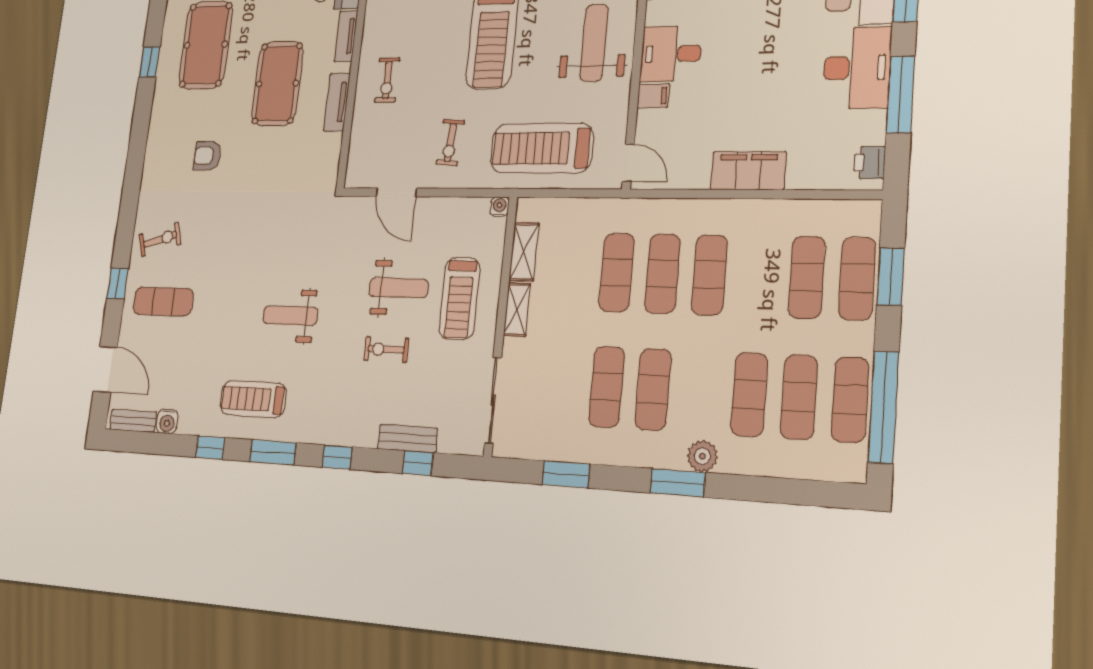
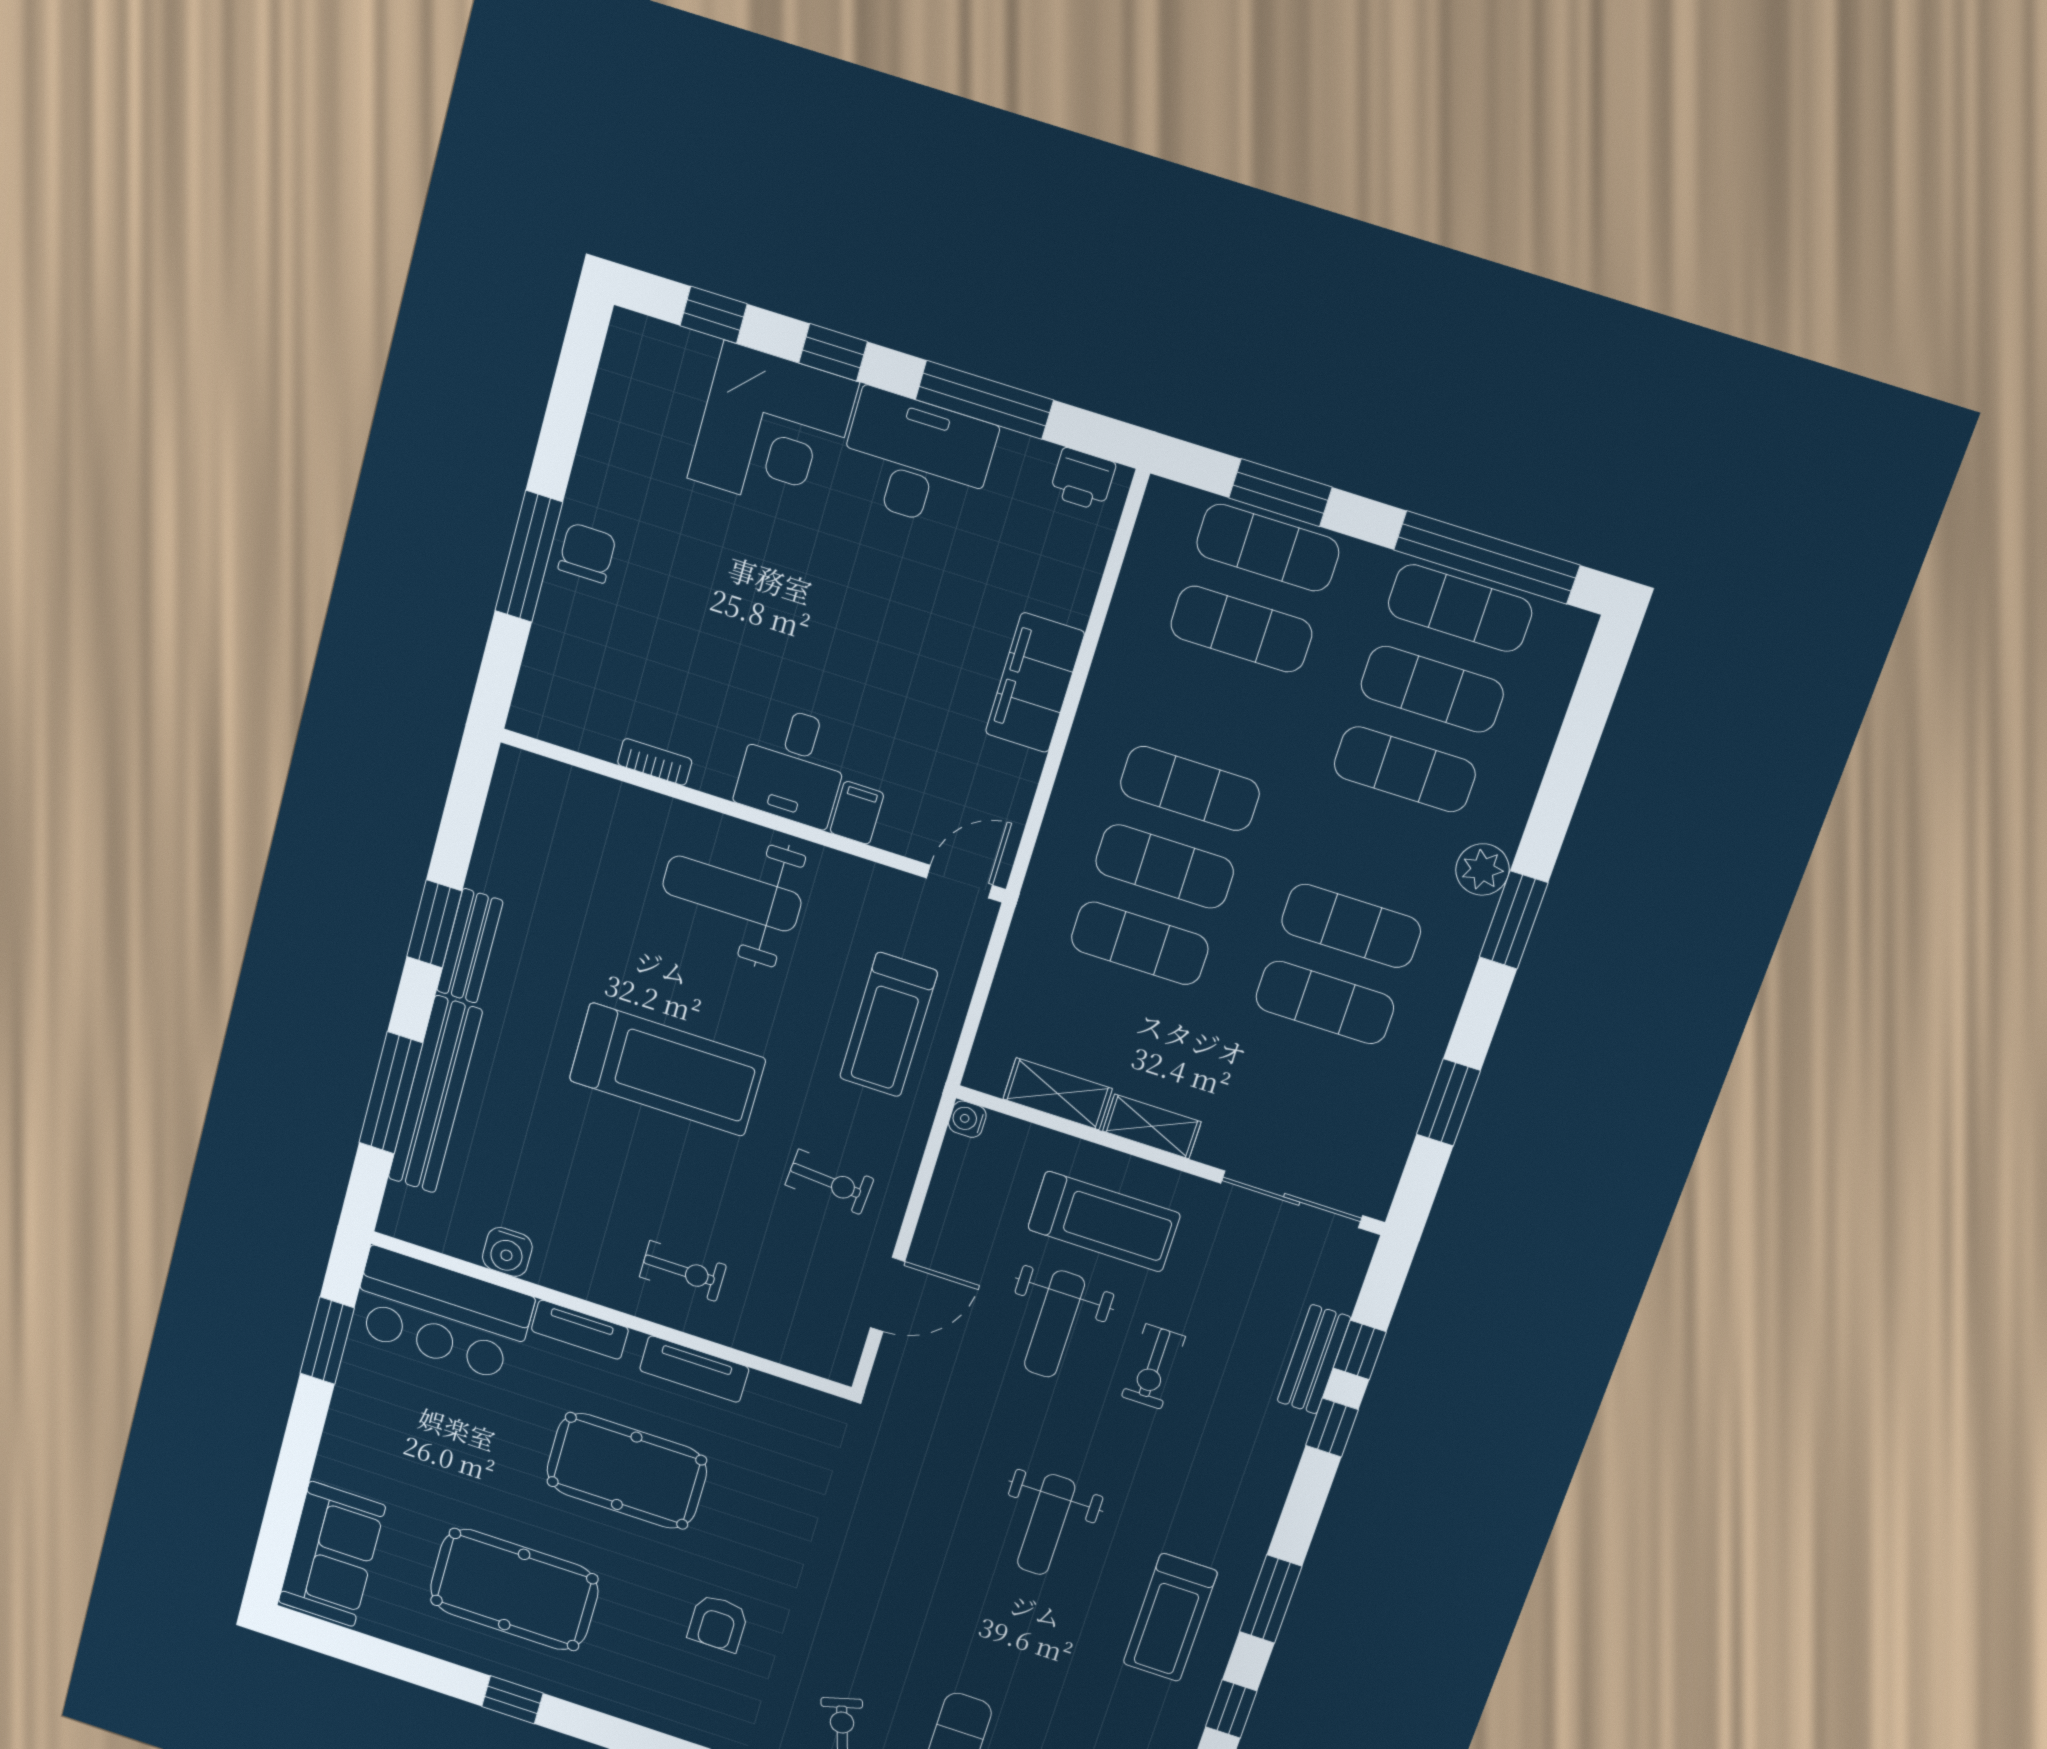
treadmill: (542, 148) -> (888, 1025), width x0.73, depth x0.73
weight bench: (398, 288) -> (1054, 1324), turned 180
window: (337, 457) -> (1332, 1428), moved

